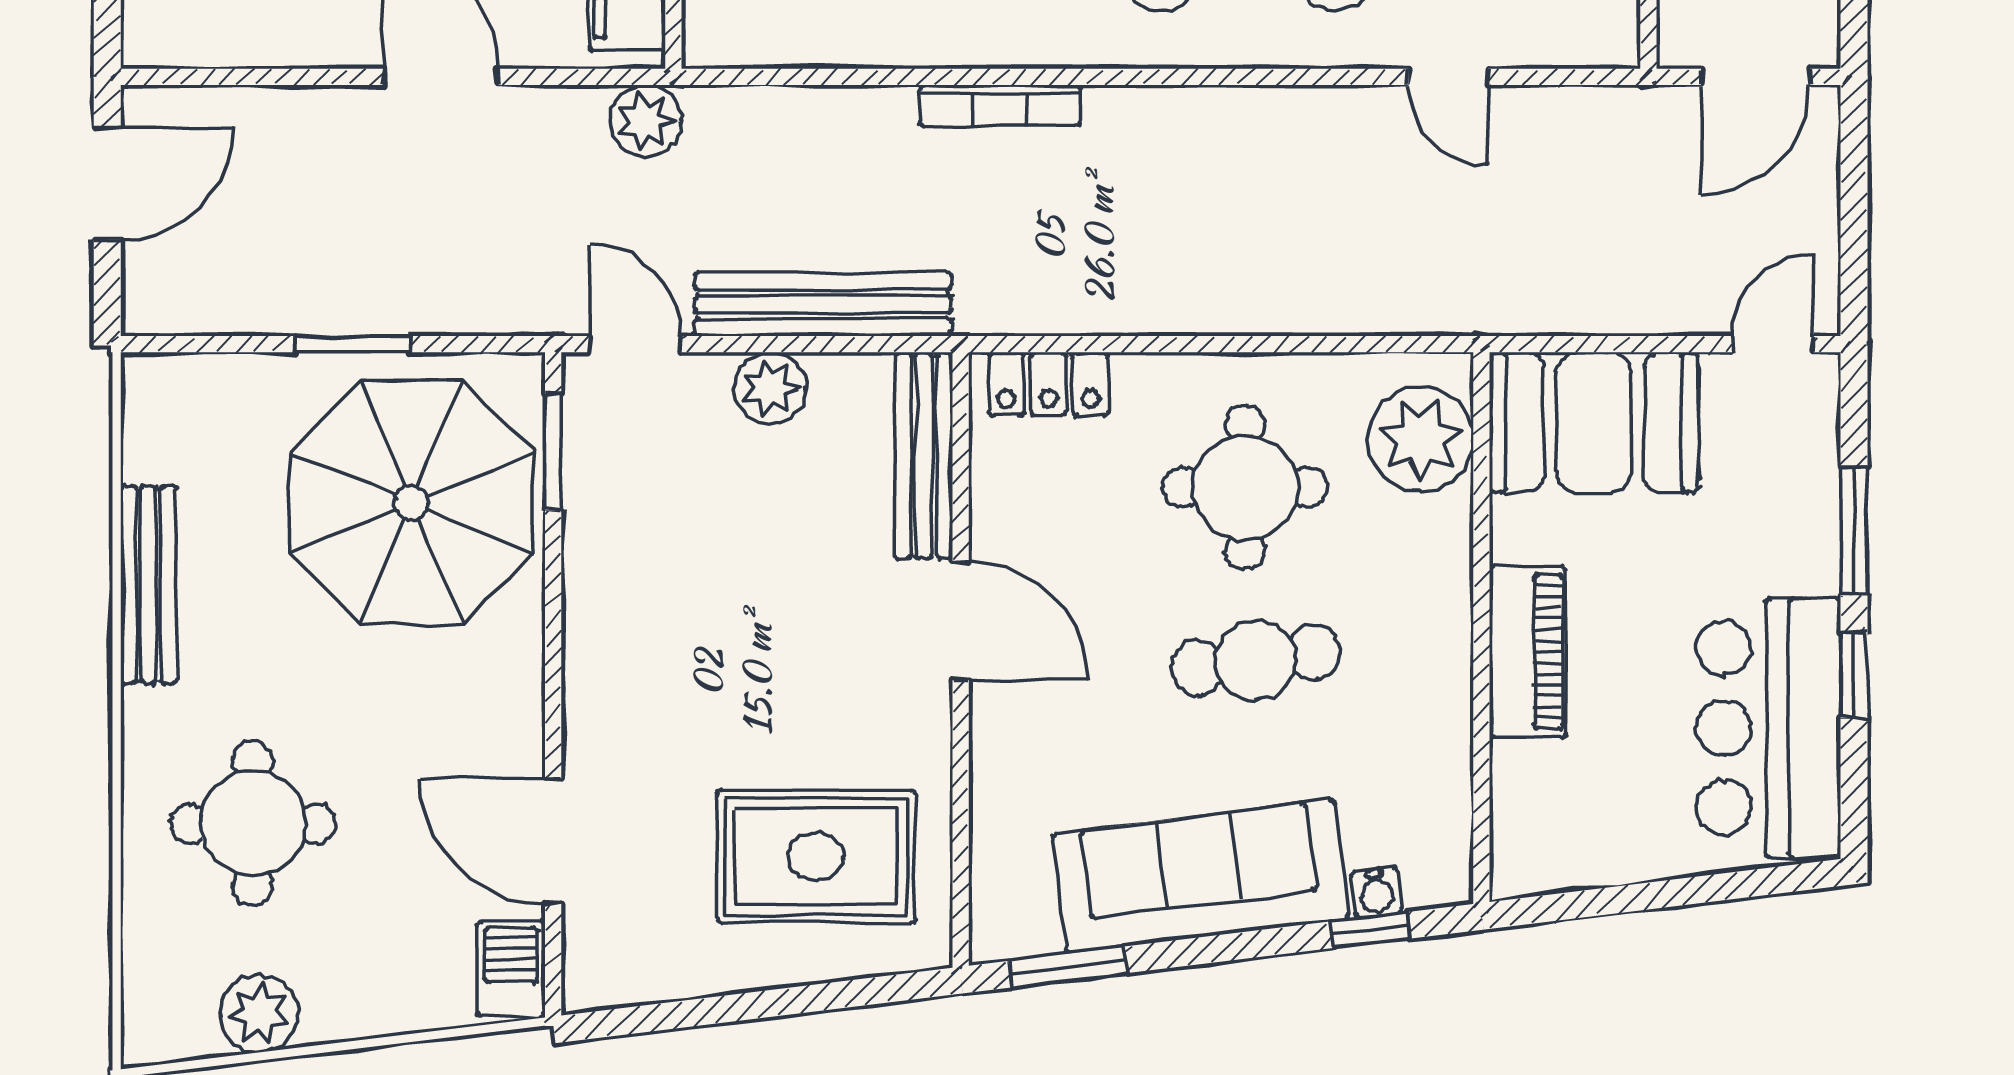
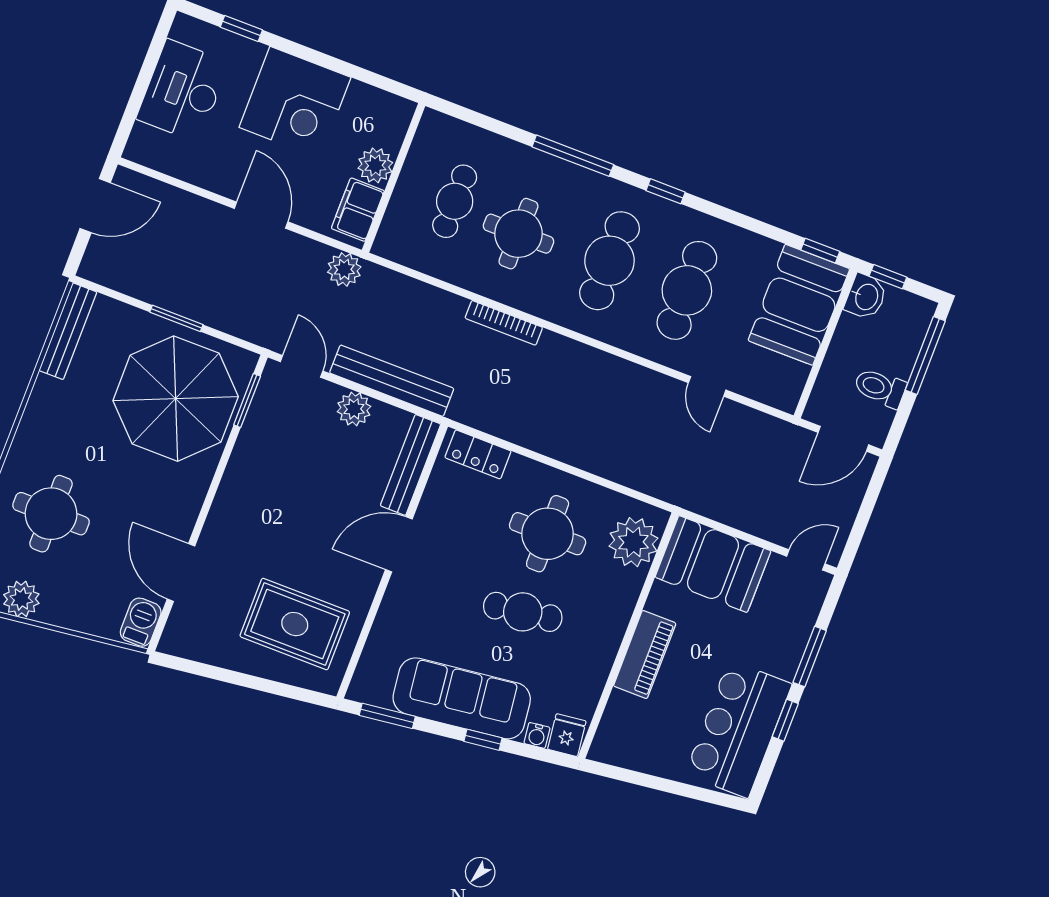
bench: (148, 584) -> (68, 331), moved
door: (961, 621) -> (399, 544), swing flipped
fridge: (1435, 869) -> (567, 735), added
window: (1370, 930) -> (483, 740), moved

